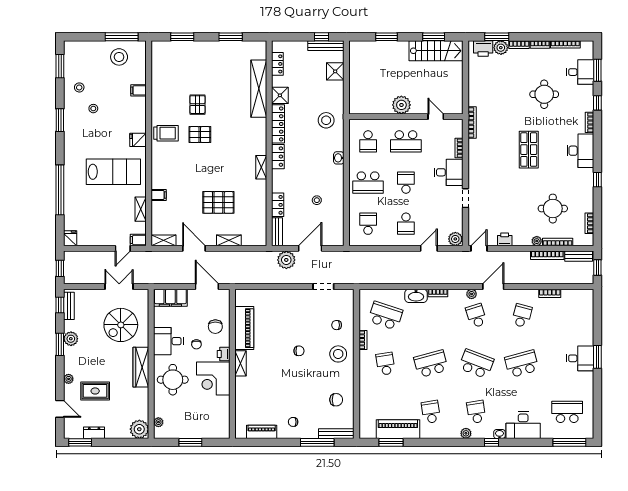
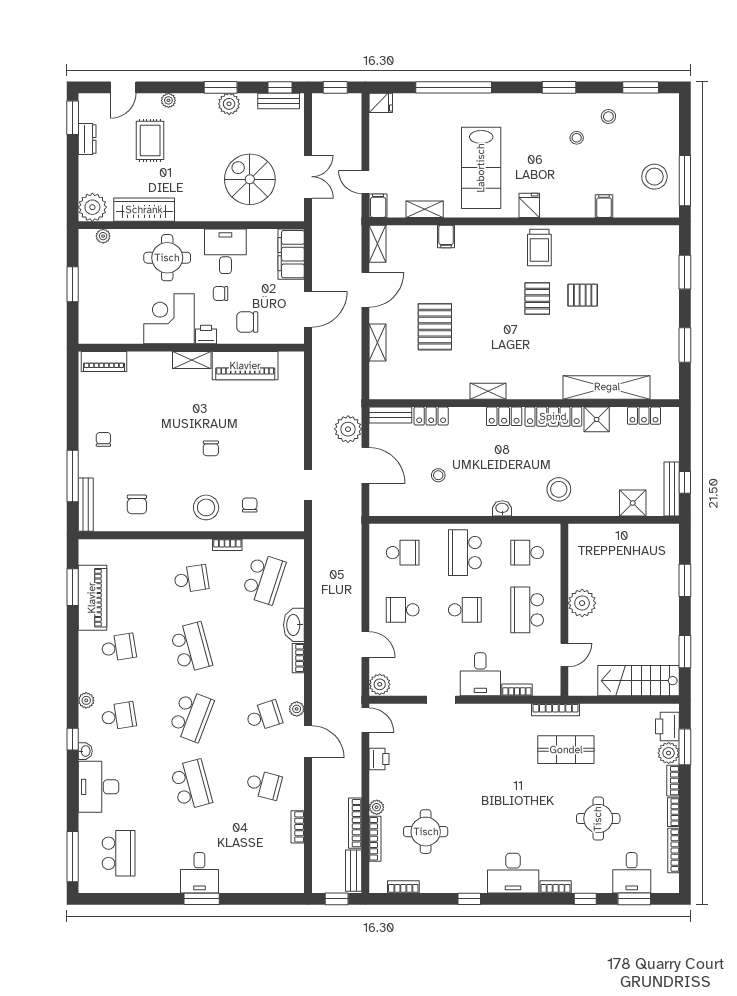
stairs: (436, 51) -> (639, 681), moved, turned 90
shop shelf: (529, 150) -> (566, 750), moved
wardrobe: (141, 367) -> (144, 210), moved
piano: (262, 432) -> (104, 362), moved, turned 90

